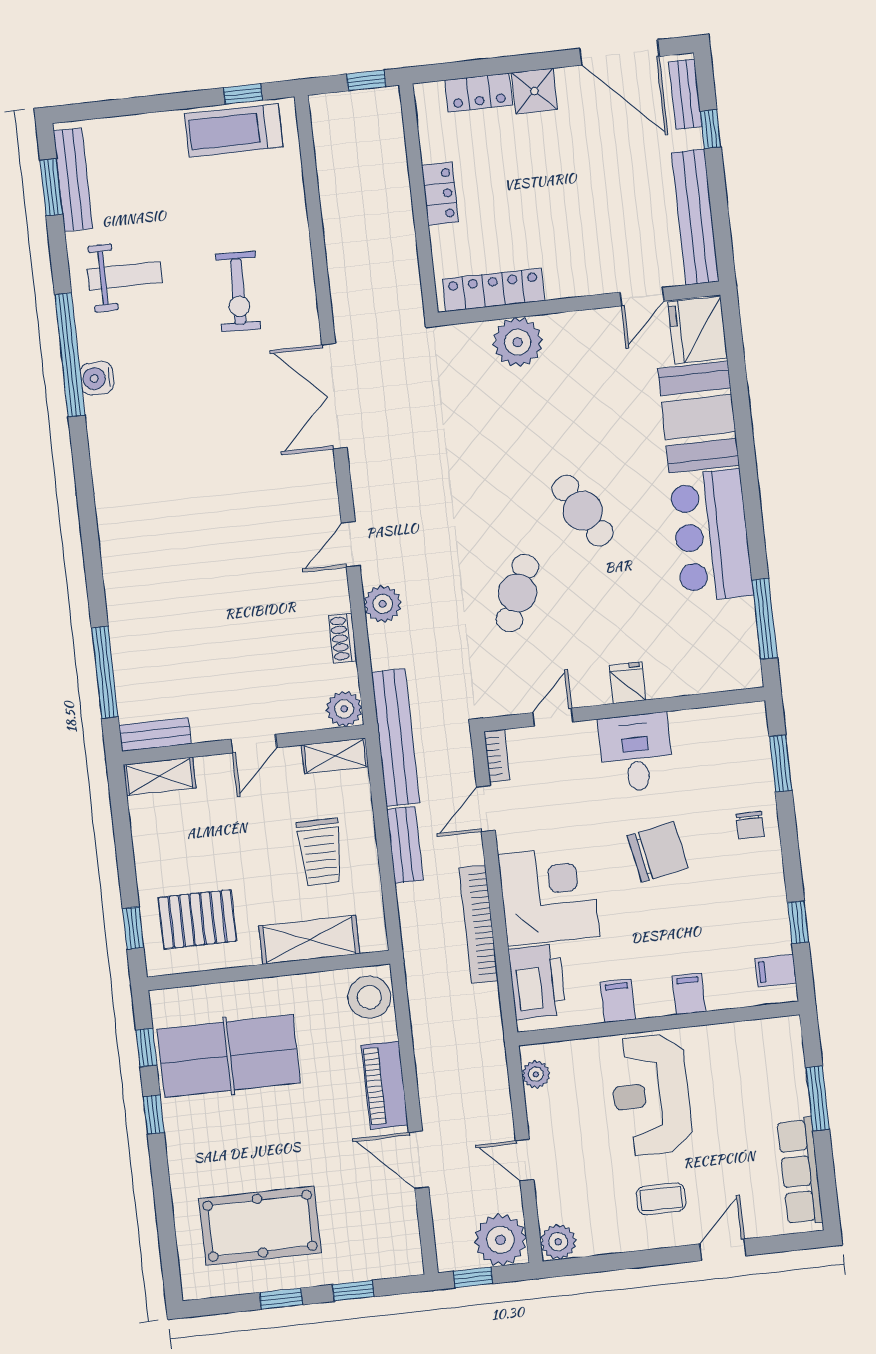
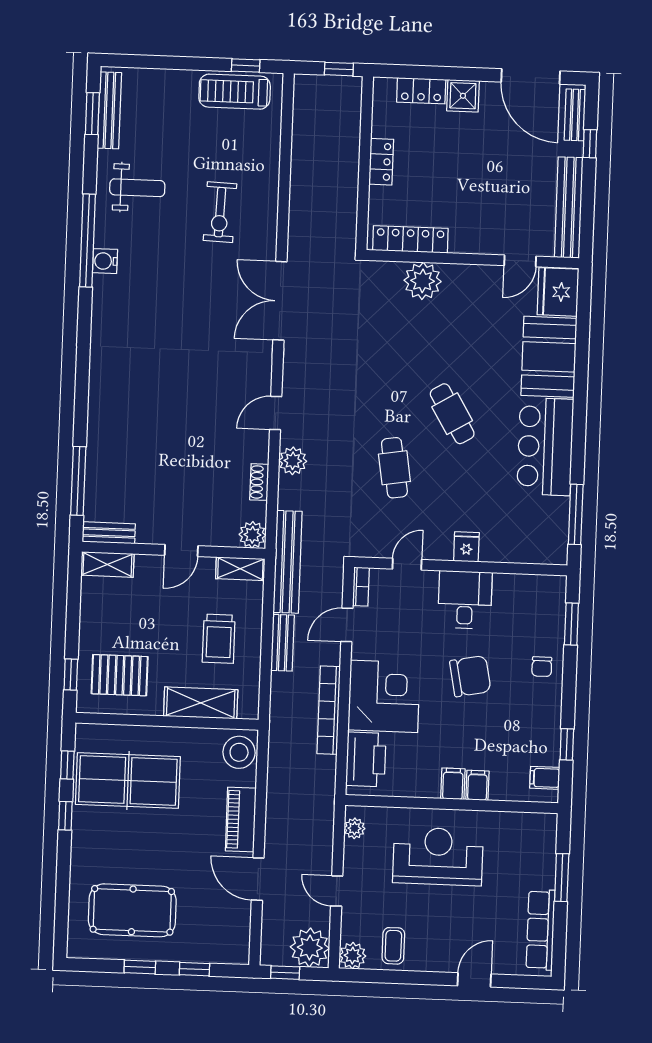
cafe table: (517, 593) -> (394, 468), turned -32
filing cabinet: (618, 1001) -> (453, 784), moved
reception desk: (651, 1095) -> (438, 856), turned 90
coffee table: (661, 1199) -> (393, 946), moved, turned 90

